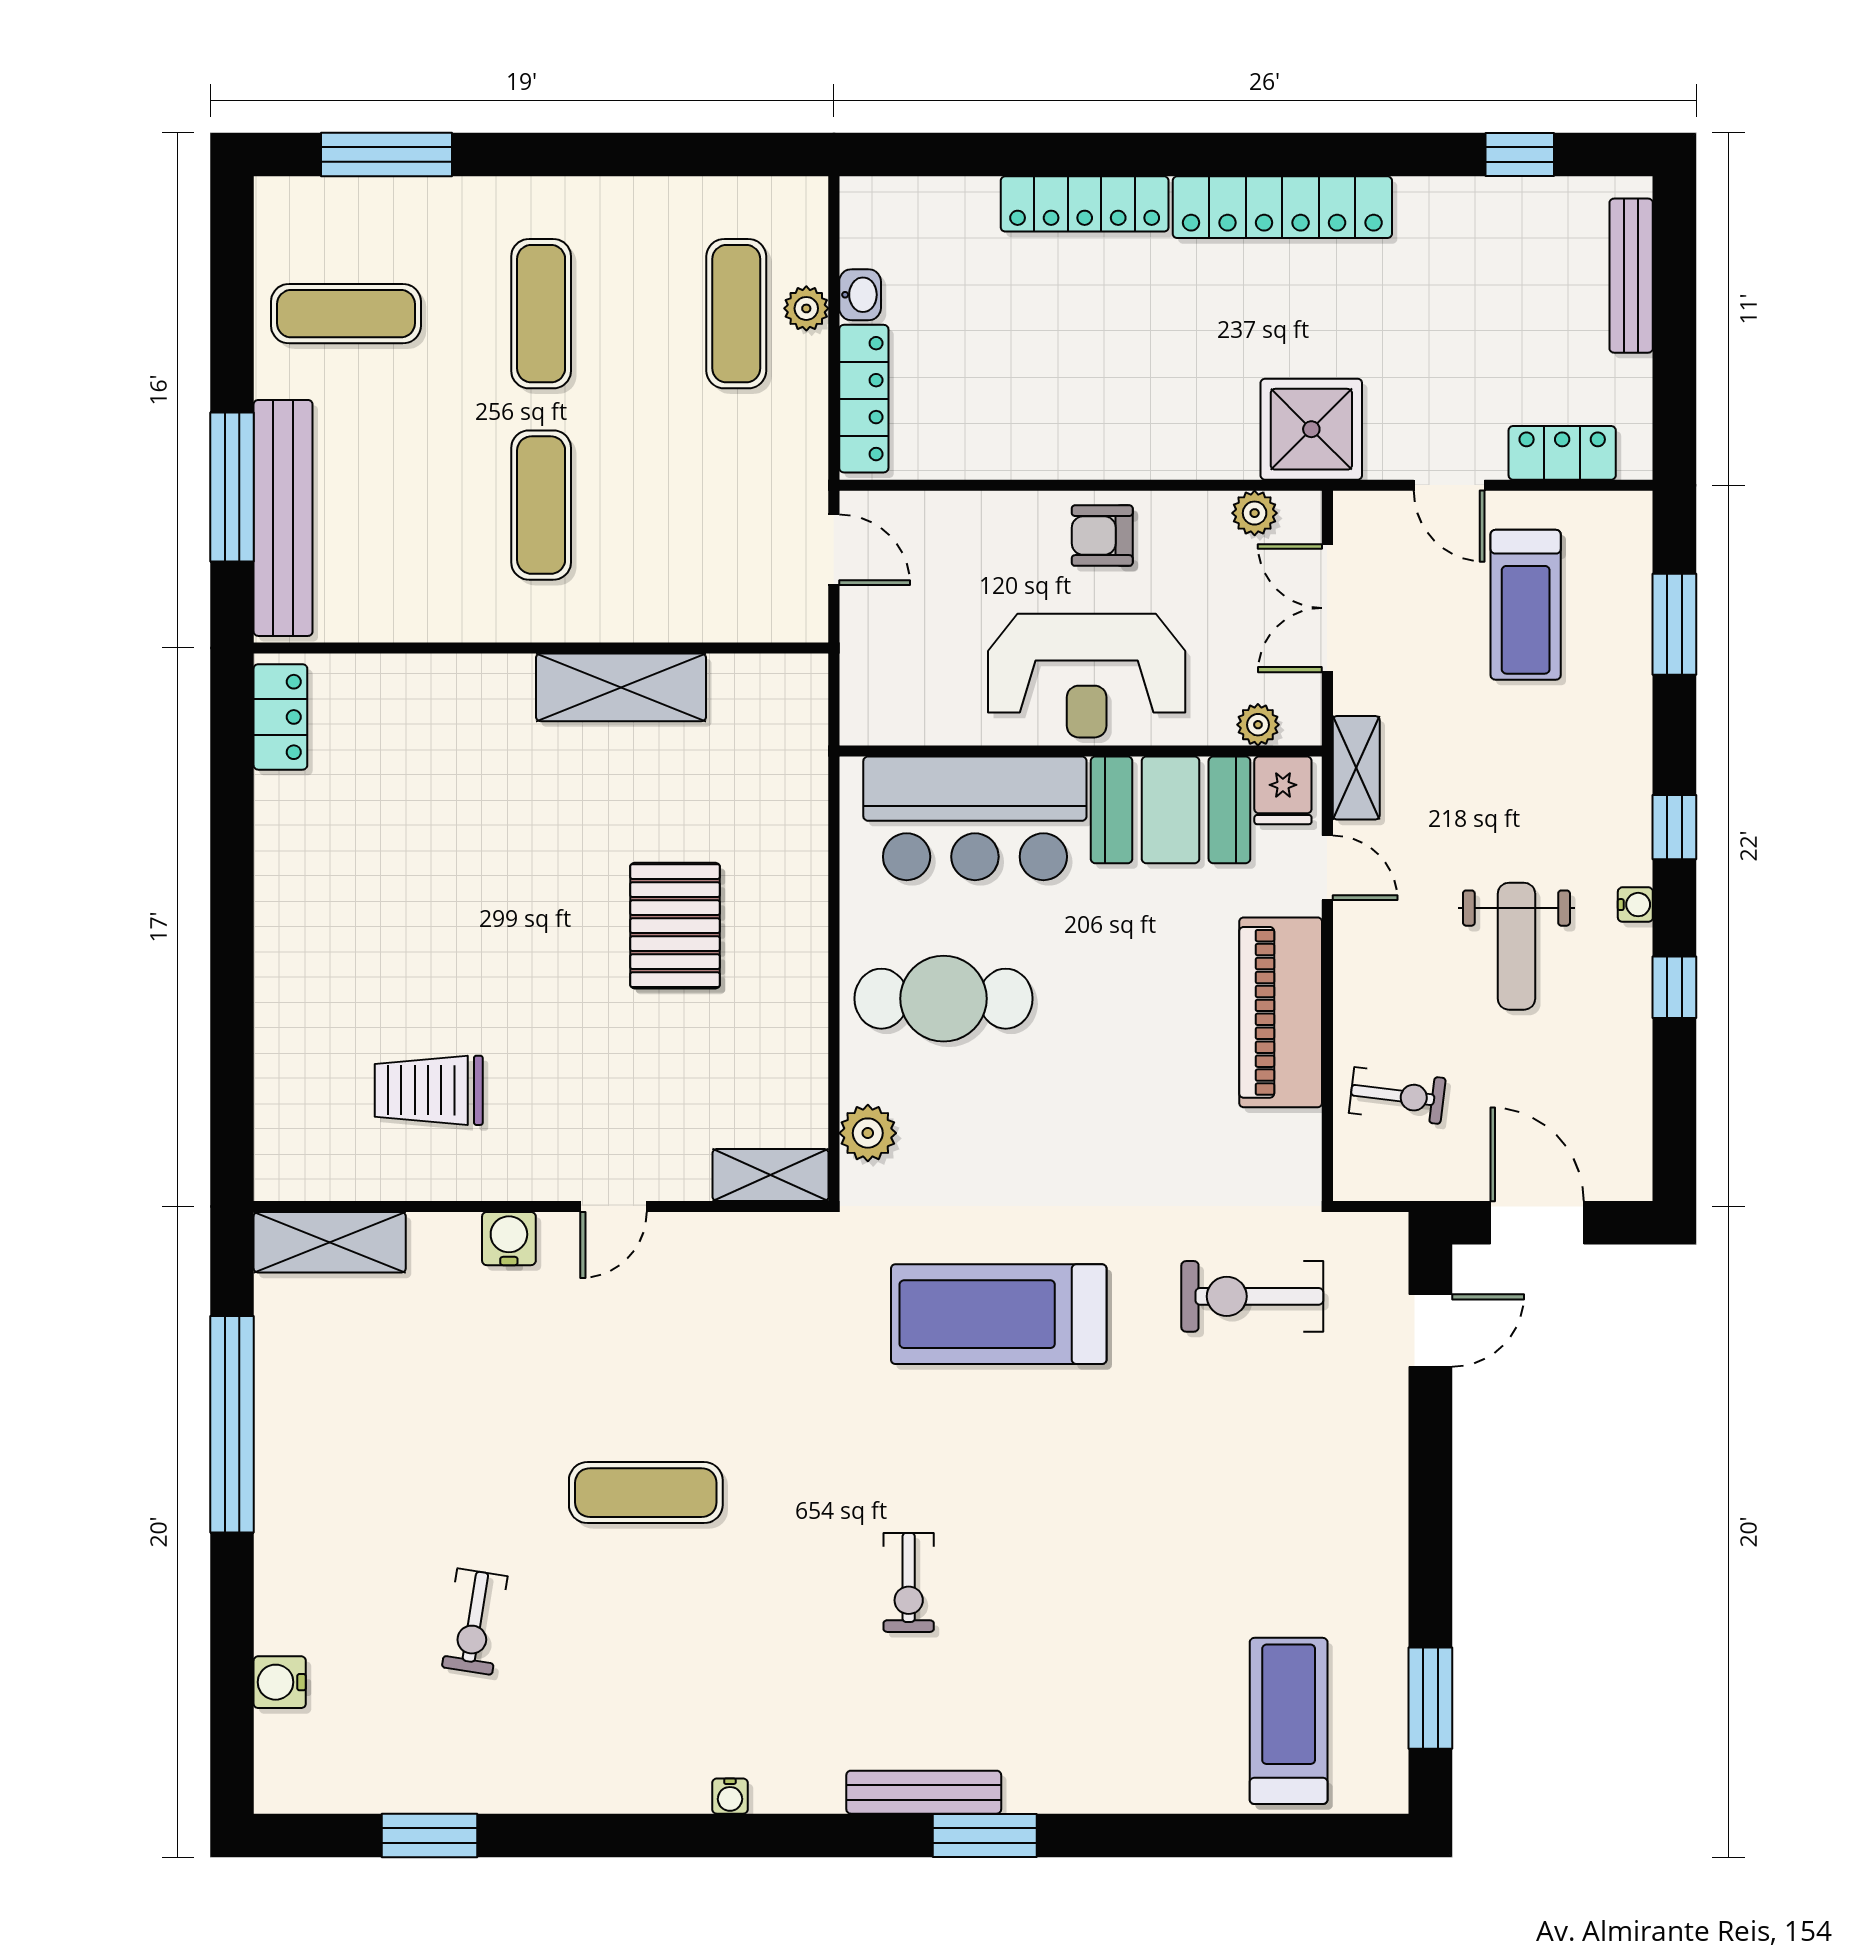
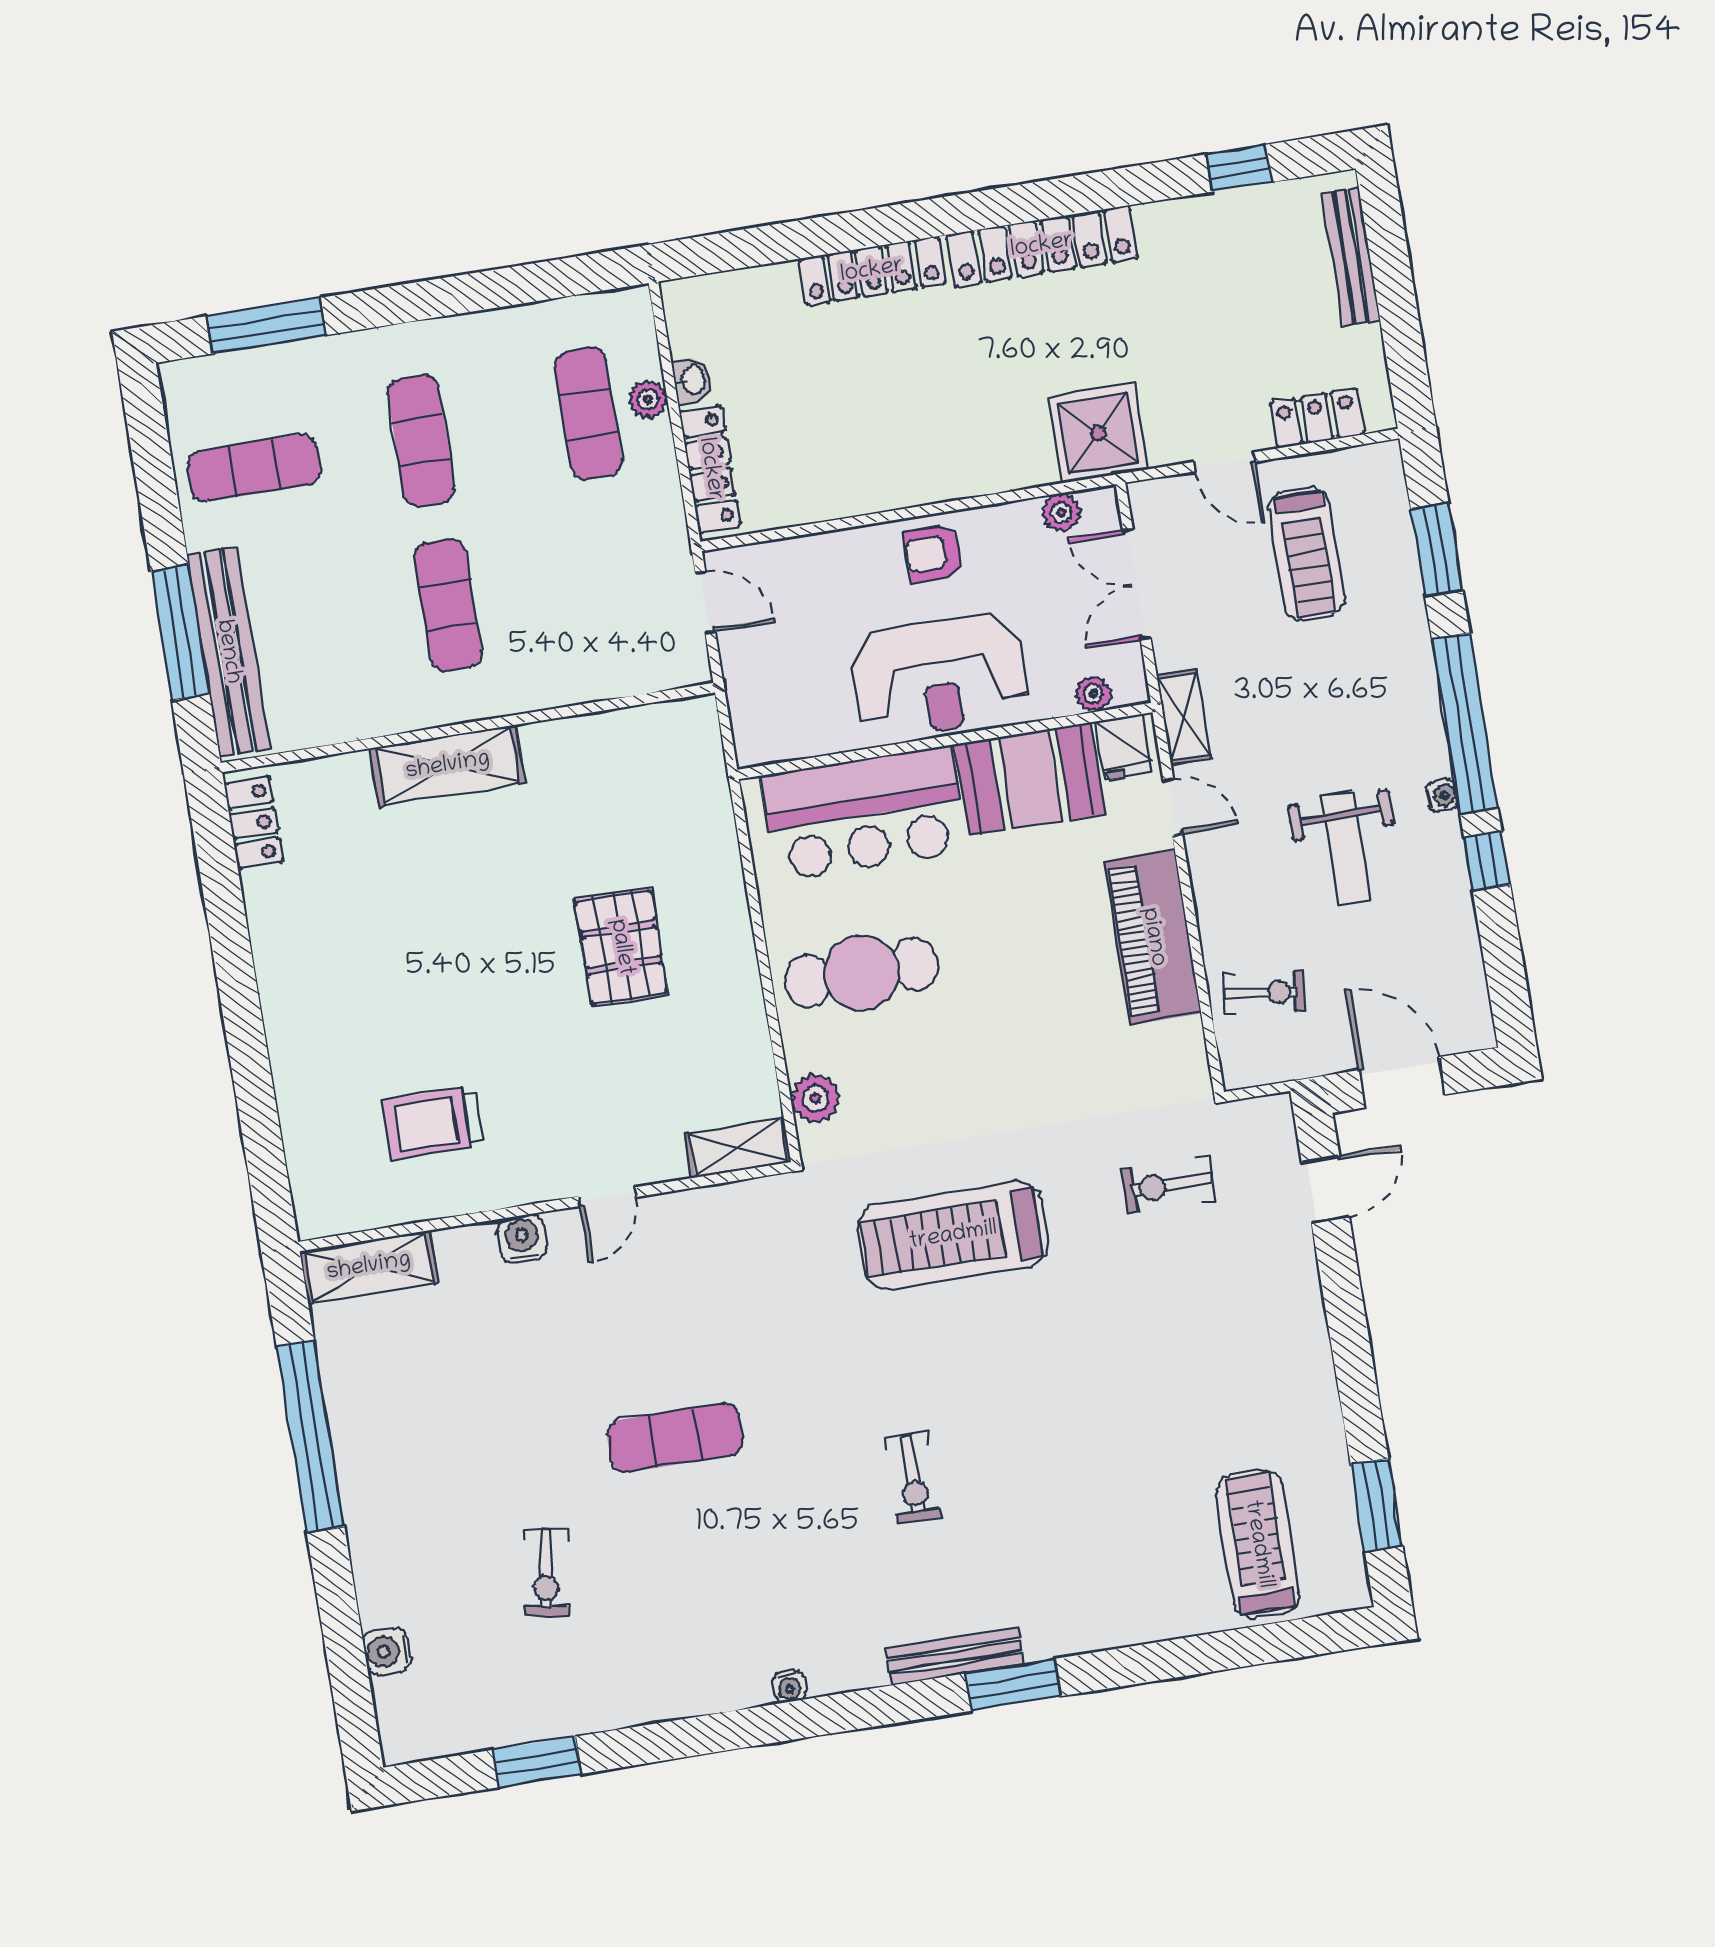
shelving: (621, 687) -> (448, 766), moved
window: (1674, 827) -> (1465, 724), width x3.17
exercise bike: (1252, 1296) -> (1168, 1185), width x0.73, depth x0.72

